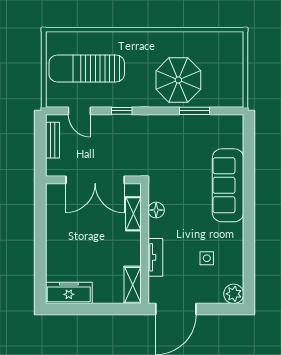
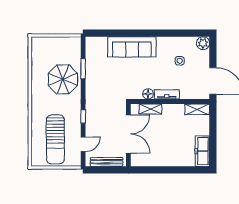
bench: (52, 140) -> (107, 162), width x1.36
tv unit: (155, 257) -> (167, 94), moved

